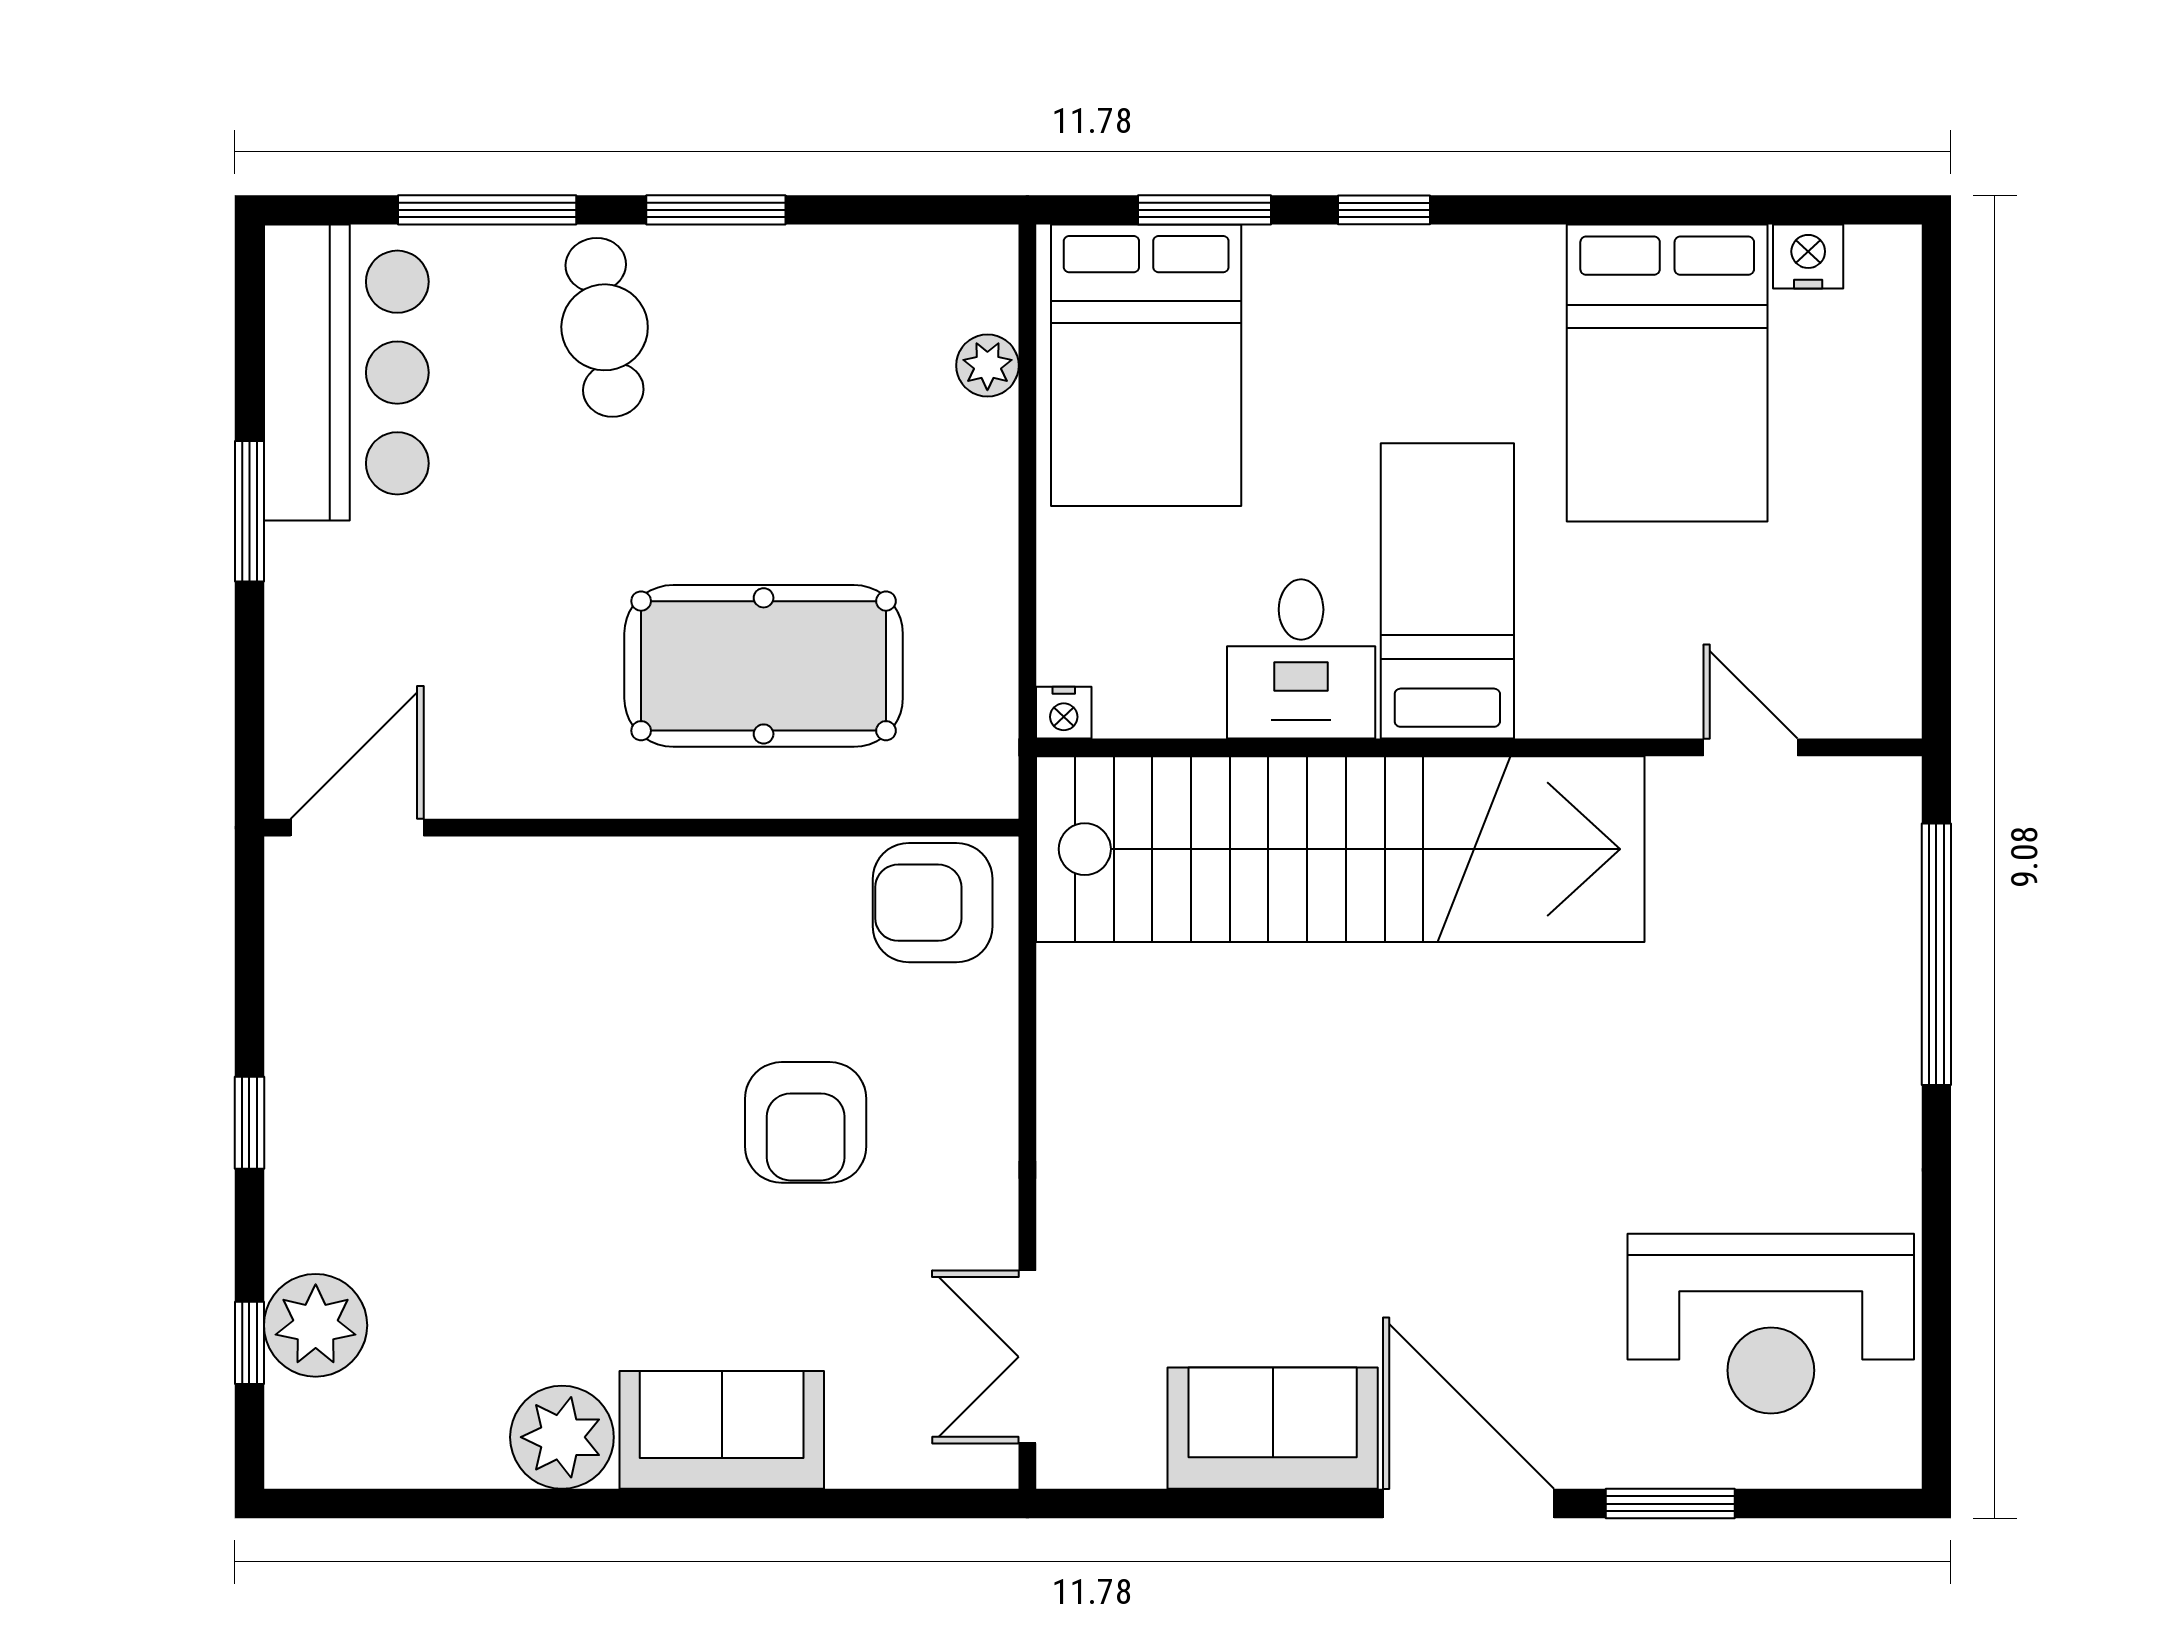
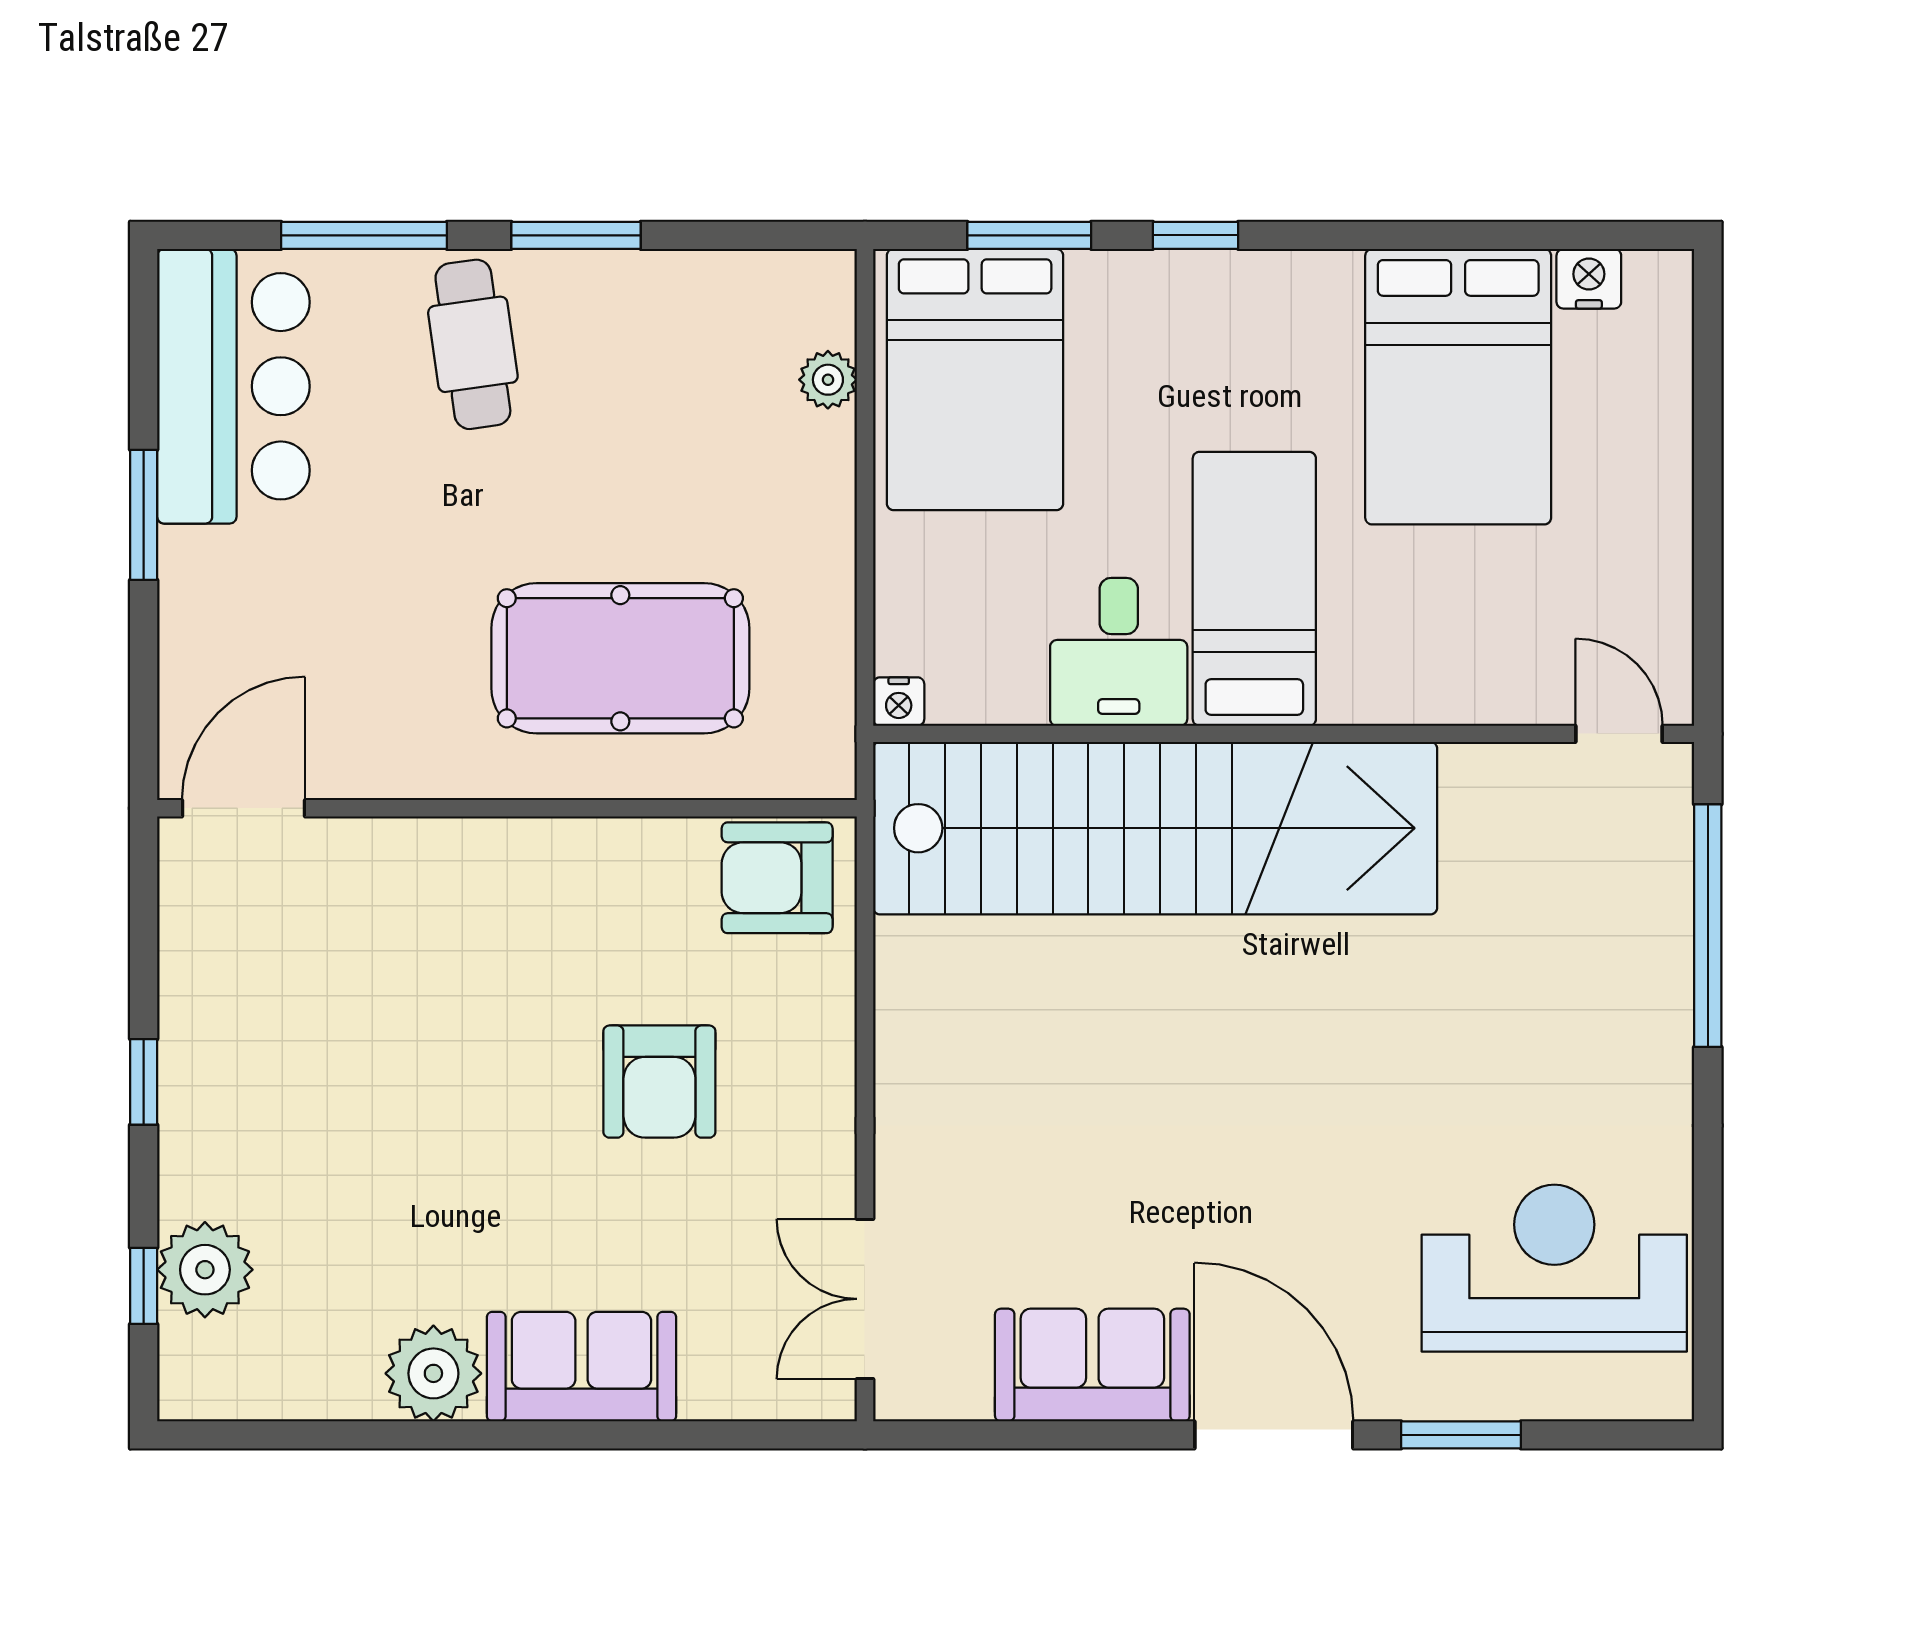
door: (1750, 747) -> (1619, 734), moved
reception desk: (1771, 1324) -> (1554, 1268), turned 180

